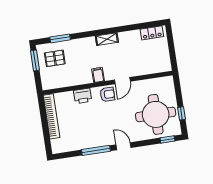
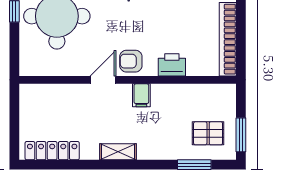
locker: (152, 33) -> (52, 151), width x1.53

